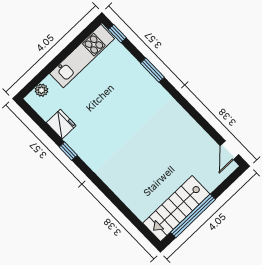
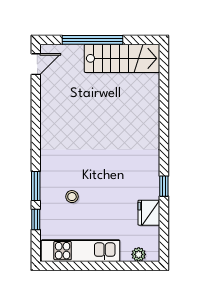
window: (117, 34) -> (36, 220), moved
stool: (122, 86) -> (72, 197), added
window: (193, 216) -> (93, 40), moved

